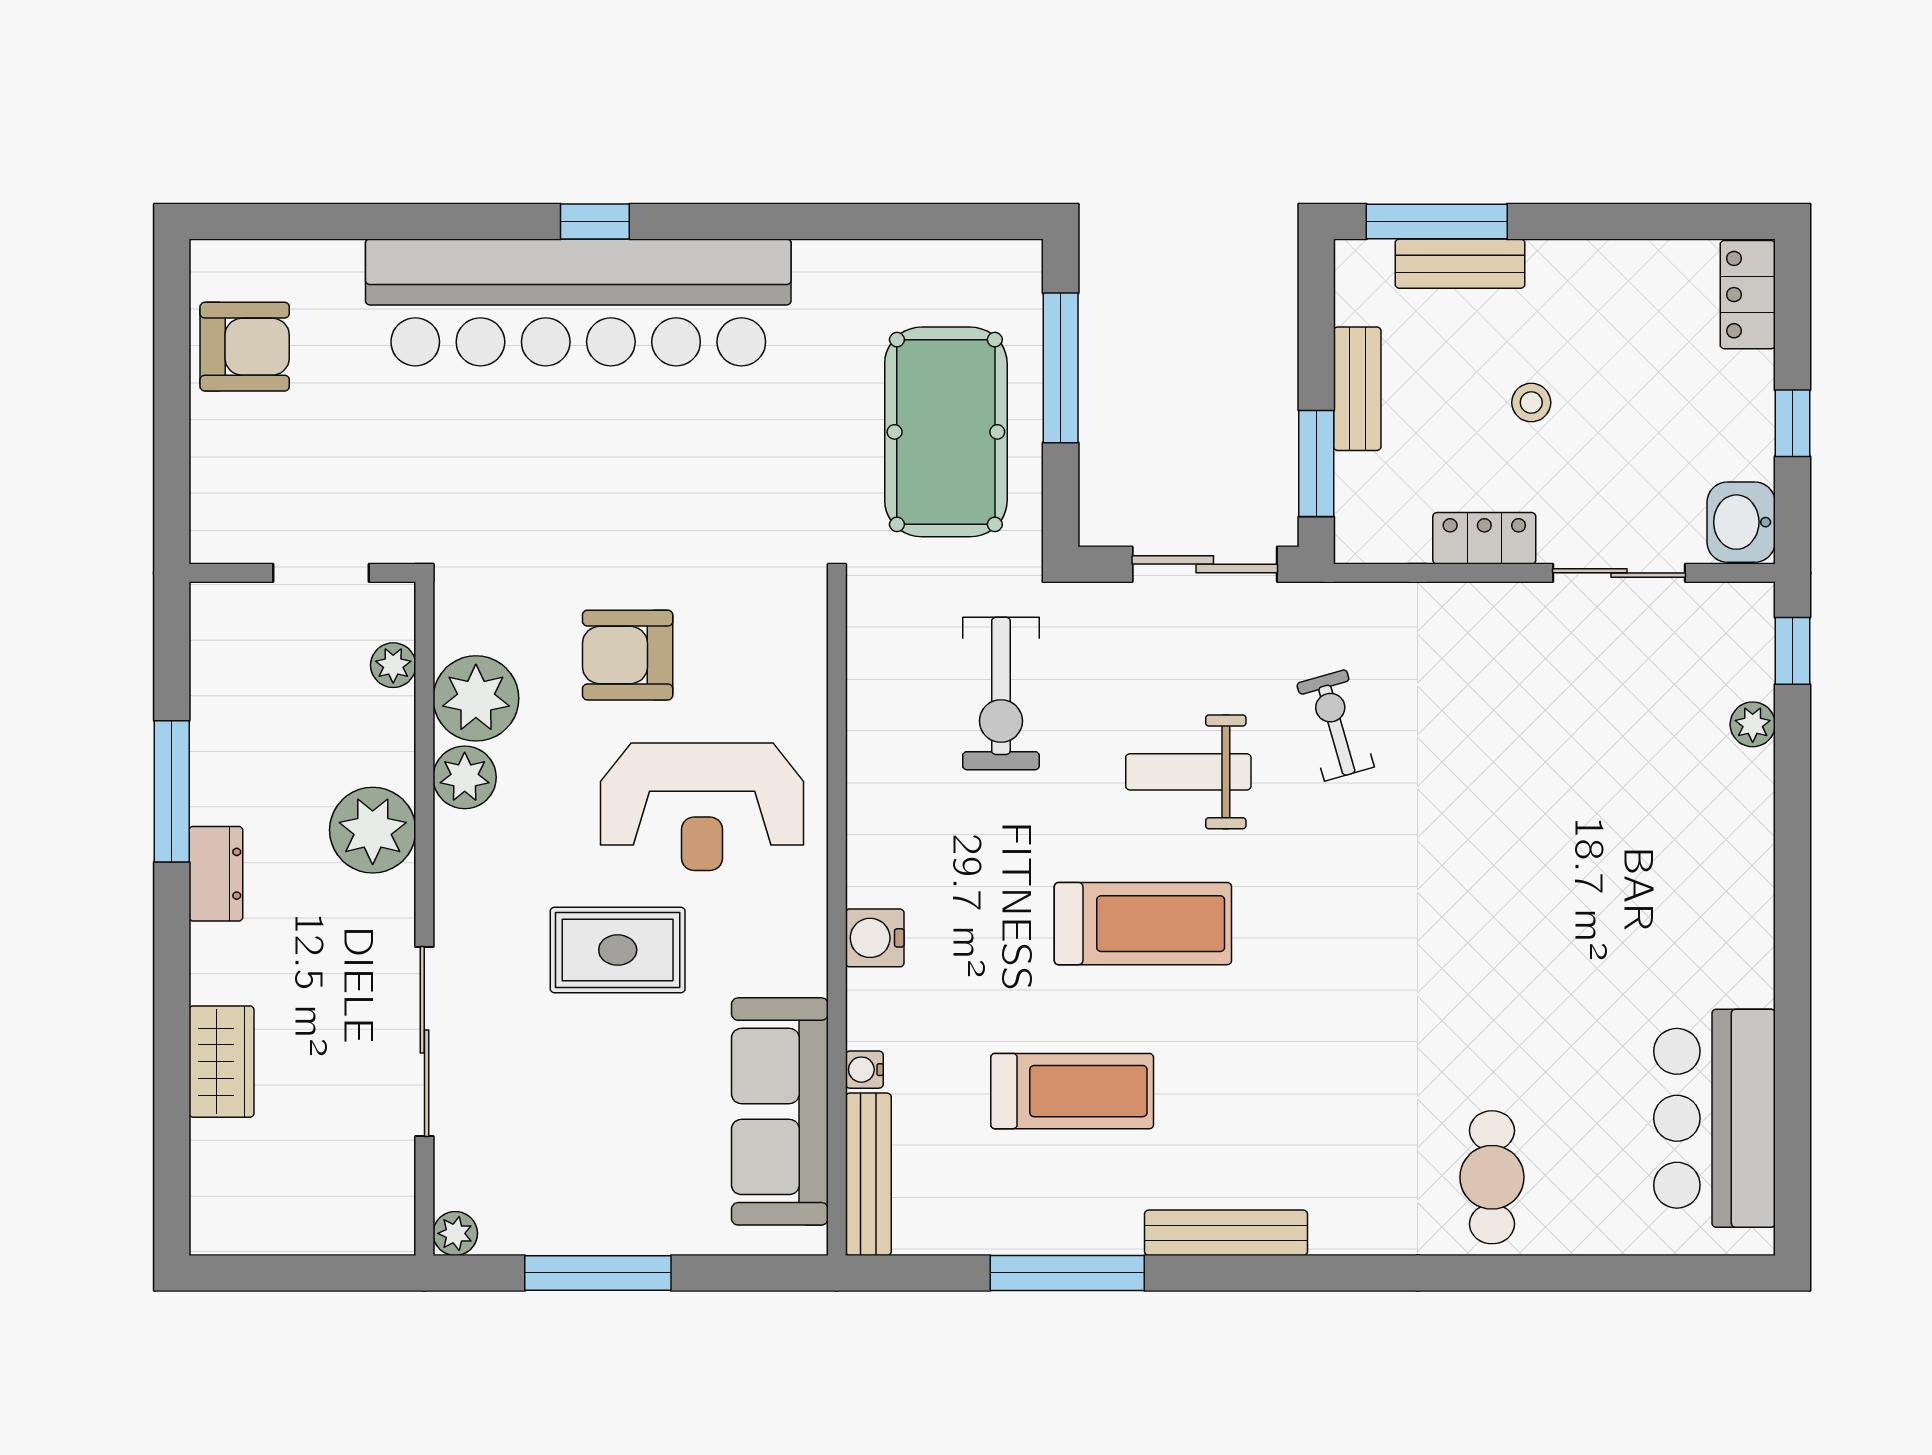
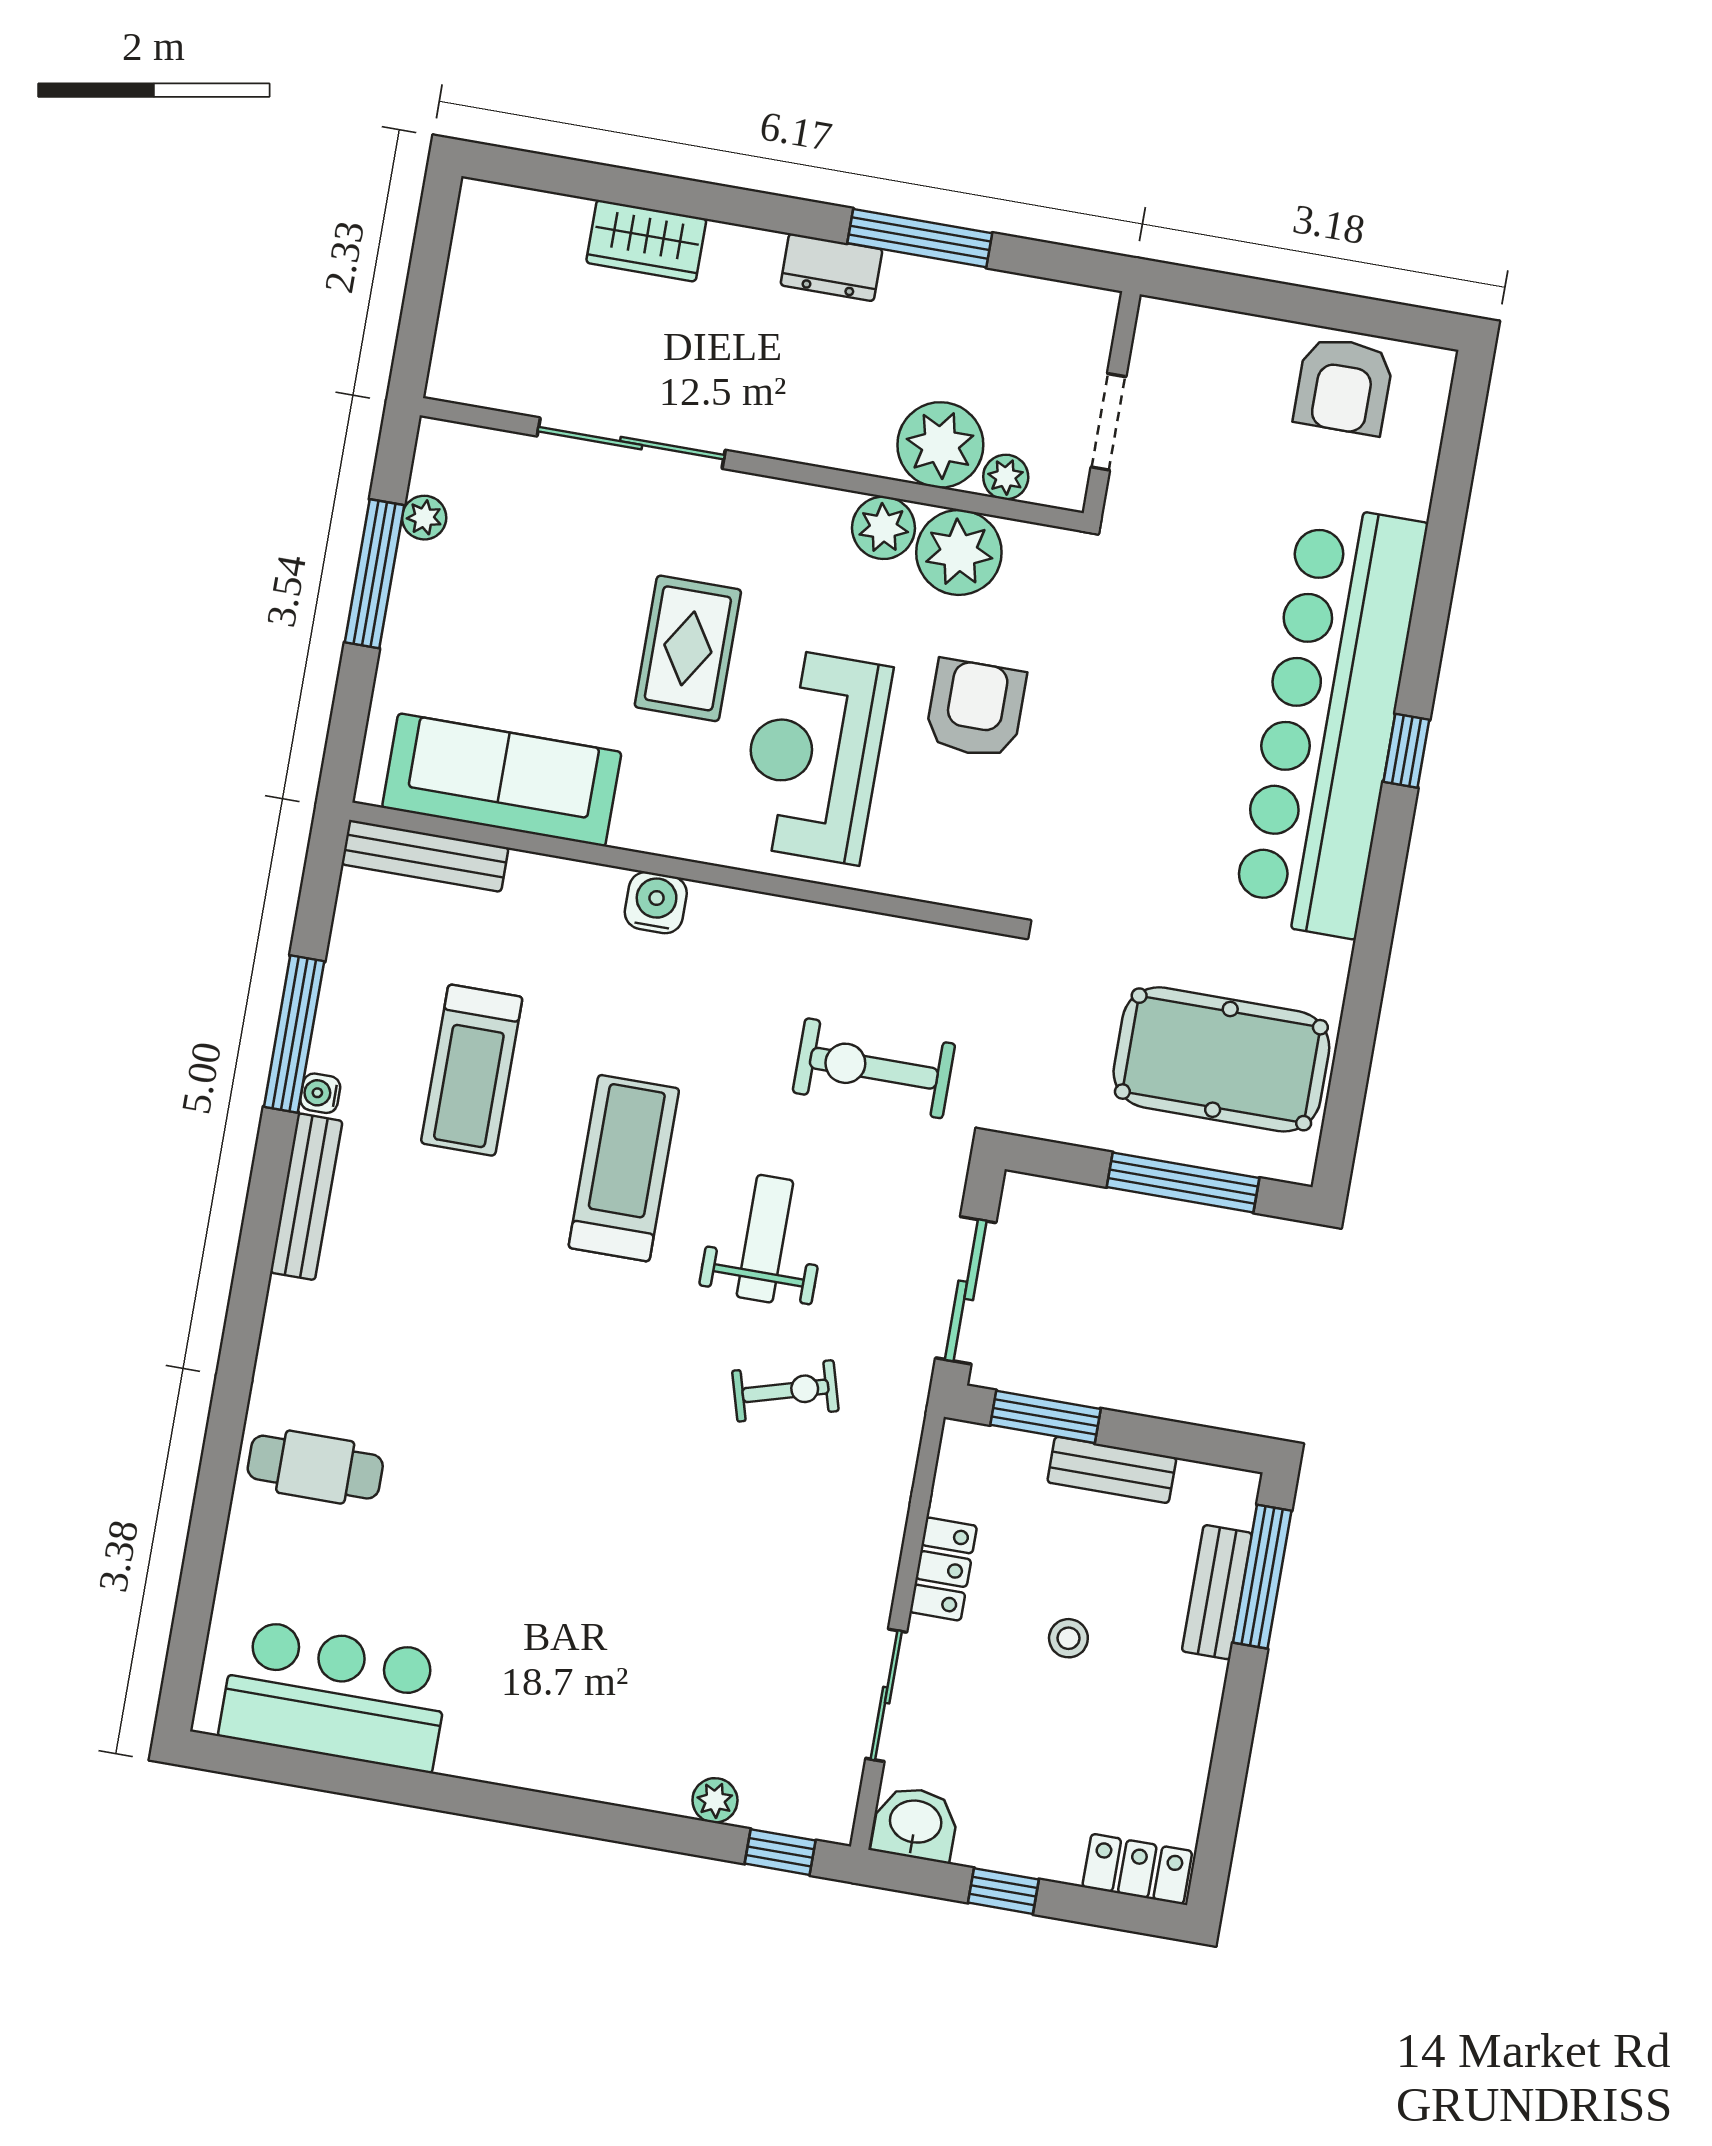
pool table: (946, 432) -> (1221, 1059), moved
plant: (373, 830) -> (940, 445), moved
treadmill: (1143, 924) -> (624, 1168), turned 180
water cooler: (864, 1070) -> (320, 1093), moved, turned -90
plant: (455, 1233) -> (424, 518), moved

